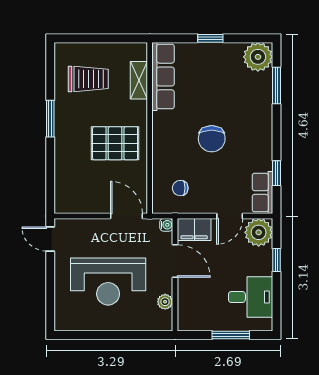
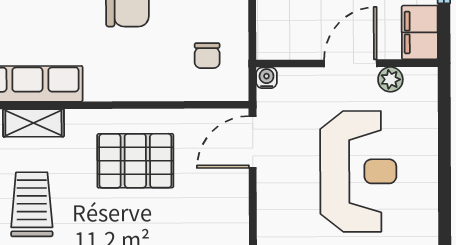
pallet: (115, 143) -> (135, 161), turned 90
filing cabinet: (194, 230) -> (420, 32), moved, turned 180
door: (175, 261) -> (350, 63), moved

